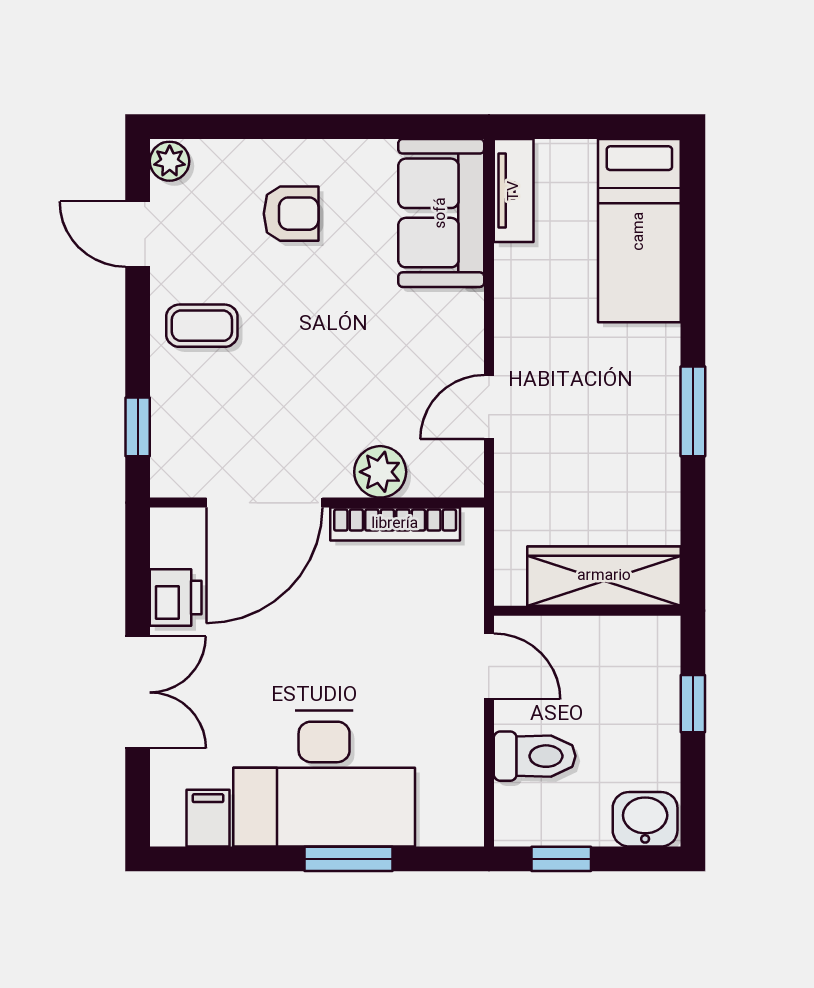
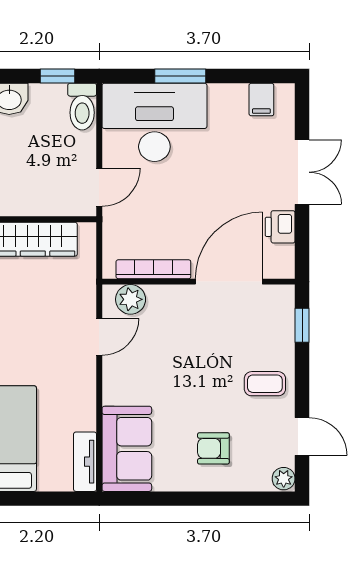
plant: (380, 472) -> (131, 299), moved
door: (489, 666) -> (99, 187), swing flipped
double door: (138, 692) -> (302, 172), swing flipped
toilet: (535, 756) -> (82, 107), moved, turned -90
desk: (324, 779) -> (154, 122), moved

